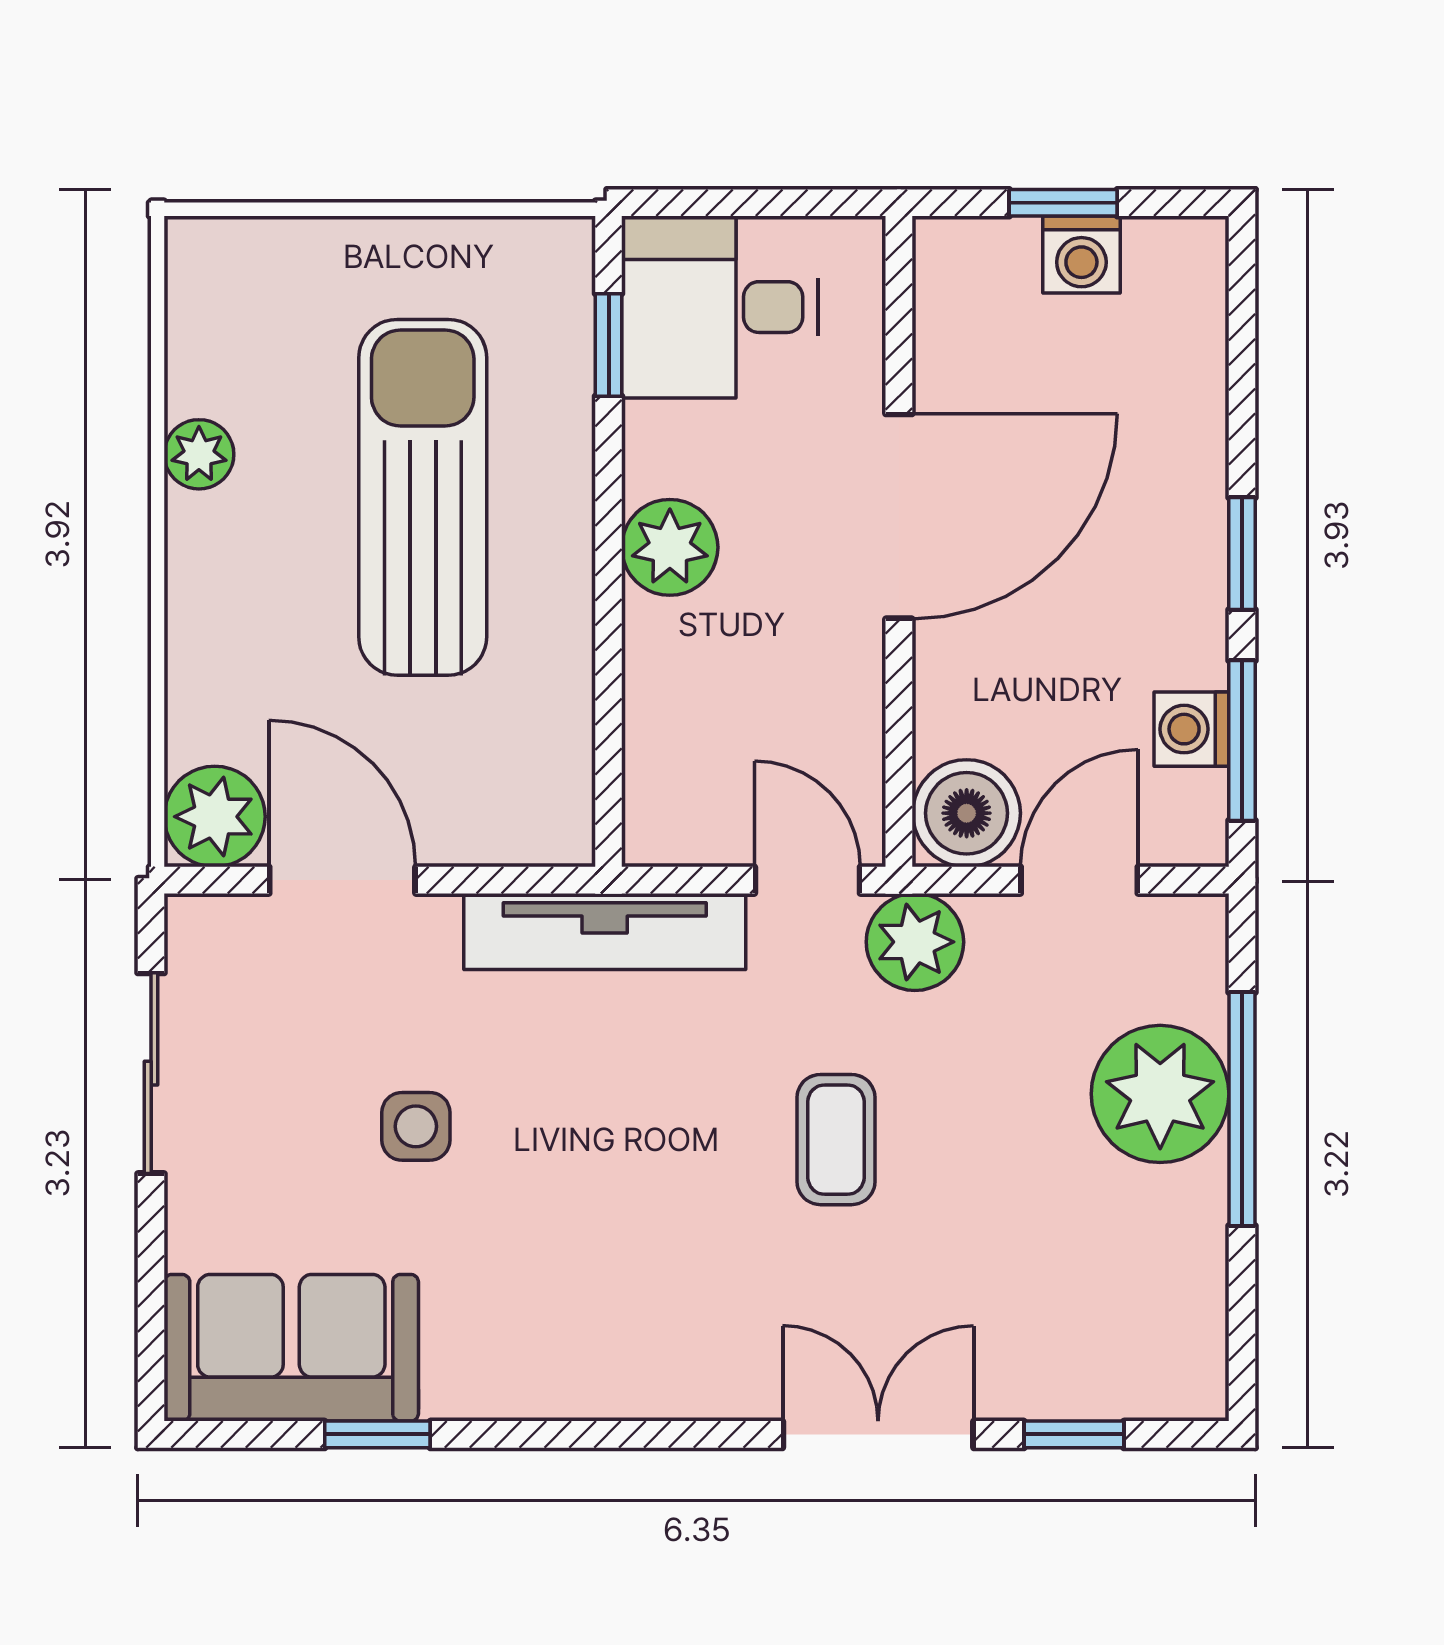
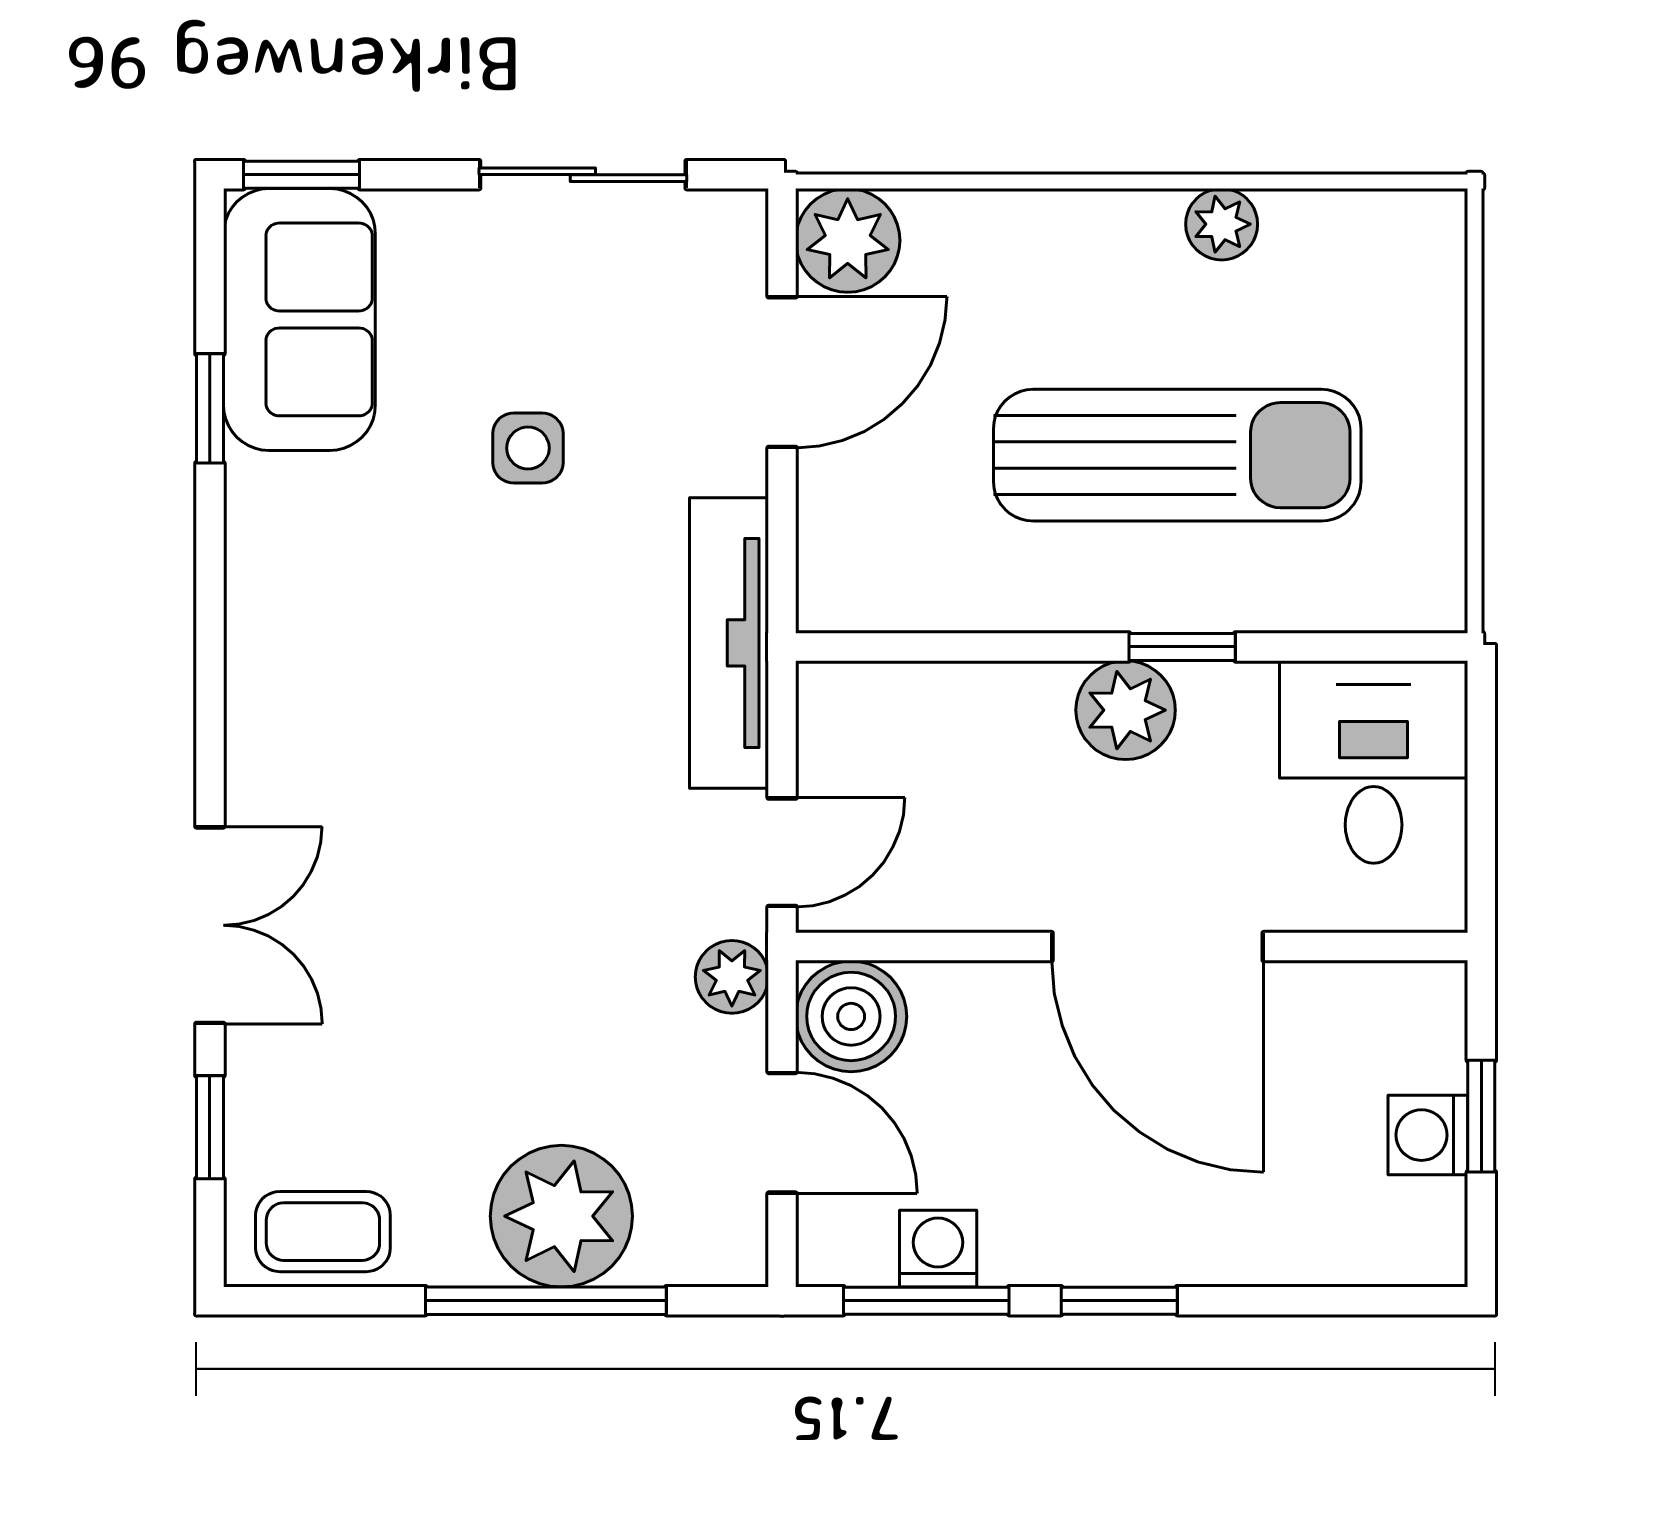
window: (609, 345) -> (1182, 647), moved
plant: (915, 942) -> (732, 977), width x0.73, depth x0.73
coffee table: (836, 1140) -> (323, 1232), moved
window: (151, 1346) -> (302, 175), added

